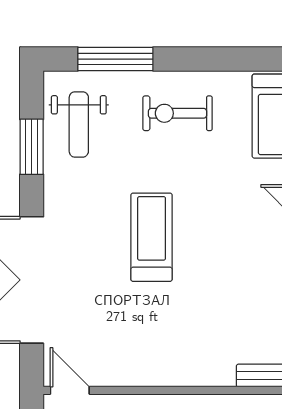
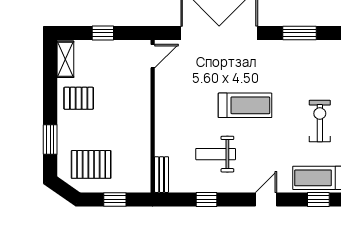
weight bench: (79, 124) -> (216, 154), moved

